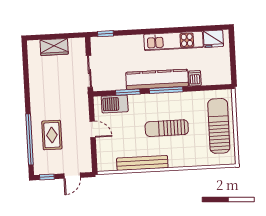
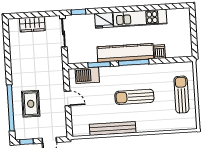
fridge: (213, 39) -> (104, 20), moved
sliding door: (89, 71) -> (63, 33), moved
sun lounger: (219, 126) -> (181, 95), width x0.73, depth x0.75

